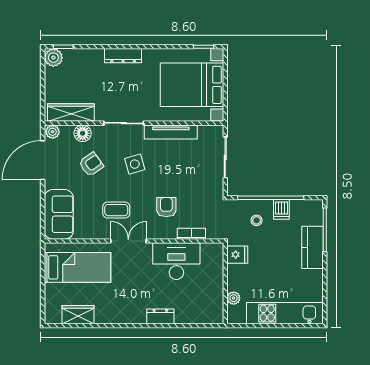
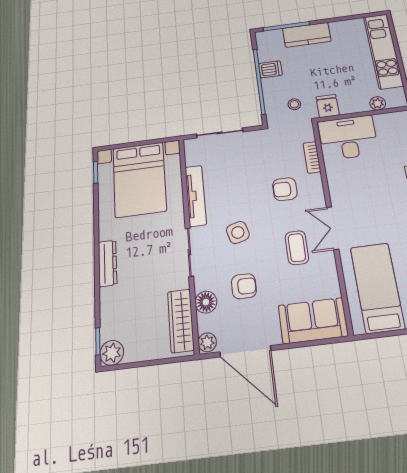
armchair: (91, 164) -> (244, 286), turned 125
stool: (257, 220) -> (294, 104), moved
desk: (176, 261) -> (348, 138), moved, turned 90

